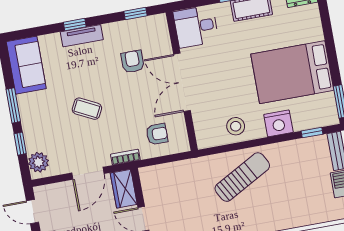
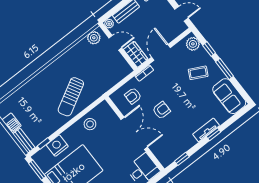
armchair: (133, 62) -> (161, 110), moved, turned -90
coffee table: (87, 109) -> (198, 73), moved
nightstand: (278, 123) -> (57, 146), moved

